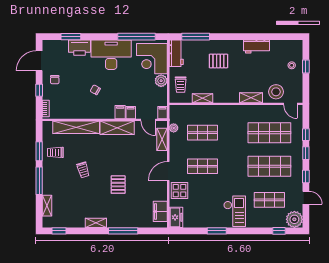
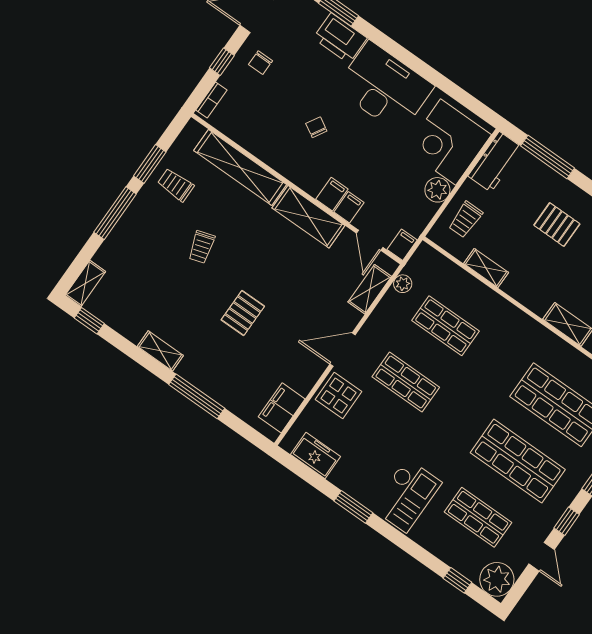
window: (136, 37) -> (448, 87), removed
shelving: (47, 206) -> (85, 283), moved
freezer: (176, 217) -> (316, 455), moved, turned -90

